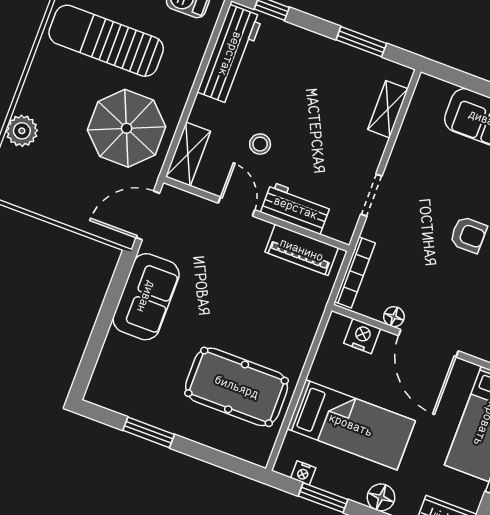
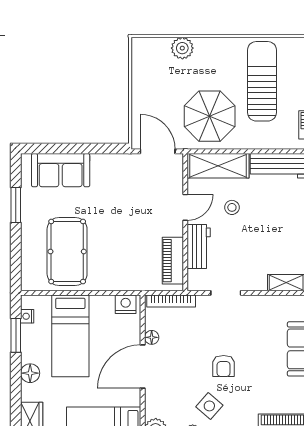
shelving: (188, 154) -> (218, 166), width x1.50, depth x1.33
sofa: (146, 297) -> (61, 170), moved
nightstand: (362, 336) -> (126, 304), moved, turned -90

